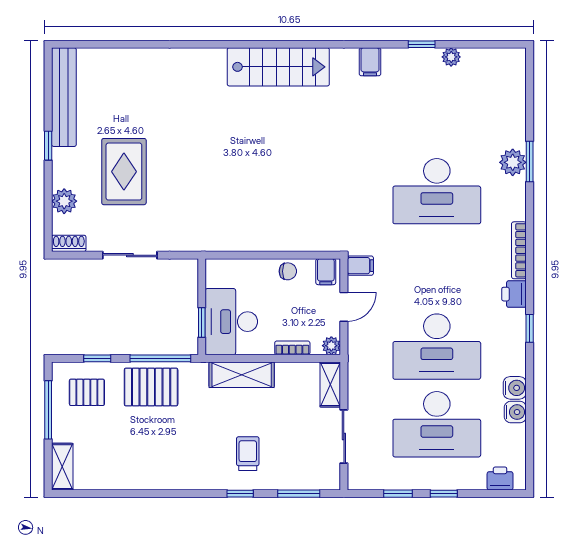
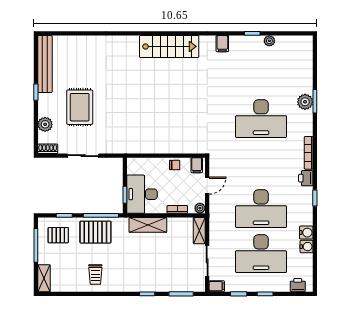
filing cabinet: (360, 266) -> (217, 286), moved
trolley: (248, 454) -> (95, 274), moved, turned 180

